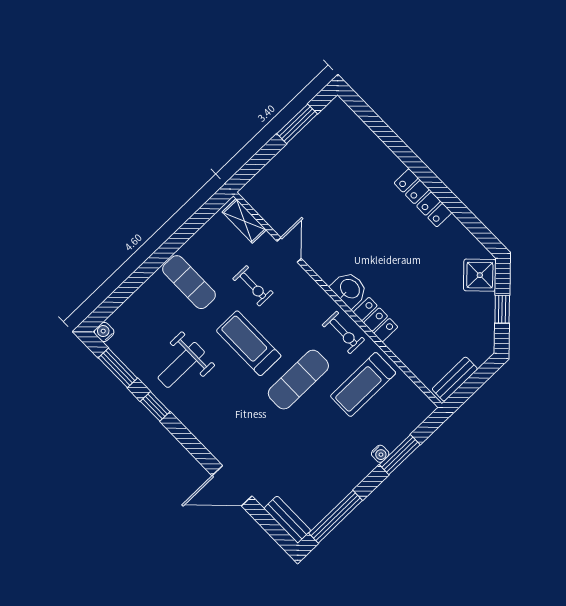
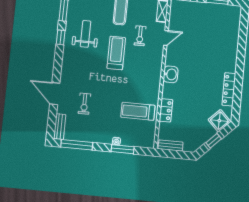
locker: (423, 198) -> (229, 89), moved
locker: (376, 320) -> (166, 110), moved
exercise bike: (343, 332) -> (84, 104), moved
weight bench: (181, 365) -> (86, 34), turned 90
exercise mat: (298, 380) -> (118, 84), removed

